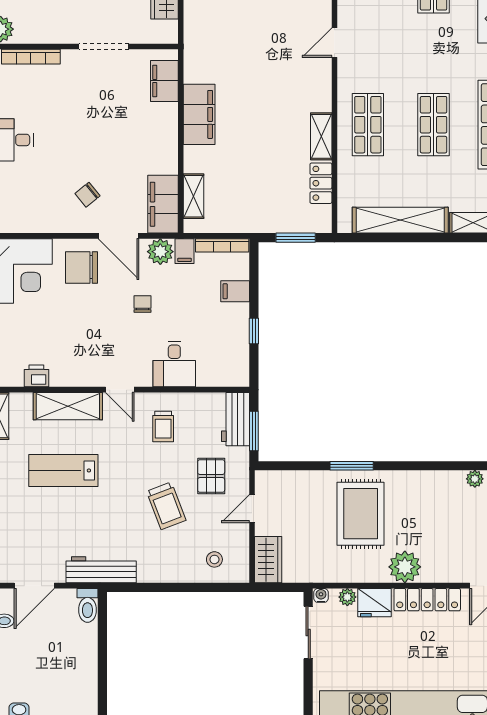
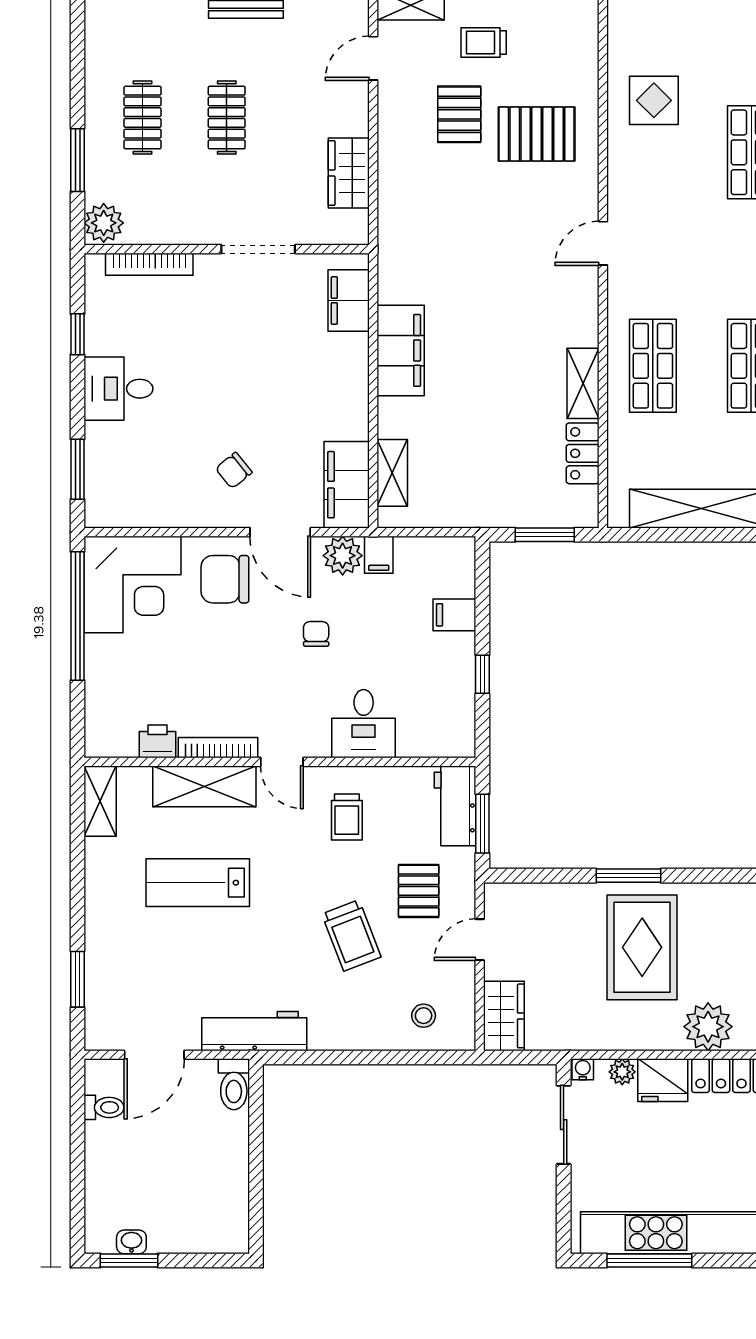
bookcase: (222, 245) -> (218, 748), moved, turned 180

